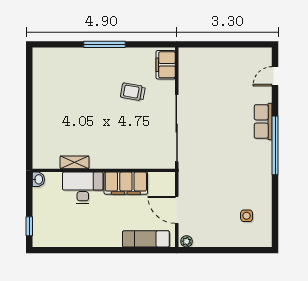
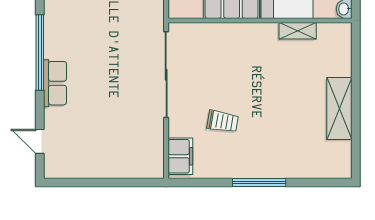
door: (275, 76) -> (40, 141), swing flipped
shelving: (42, 102) -> (339, 108), added

